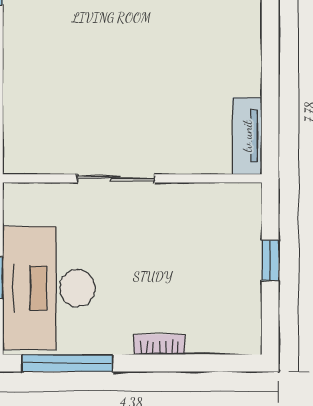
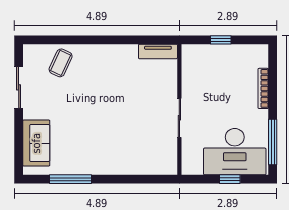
bookcase: (159, 344) -> (263, 88), width x1.56

